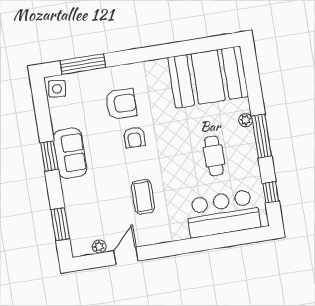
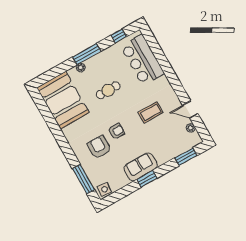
cafe table: (214, 156) -> (108, 90), moved

